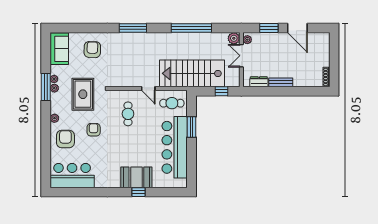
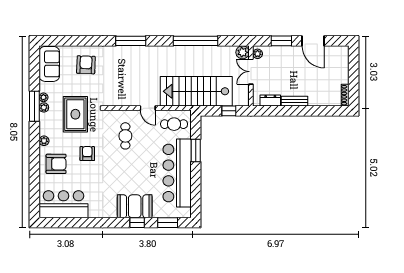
armchair: (65, 139) -> (56, 164), turned 90
window: (166, 192) -> (168, 223), added

